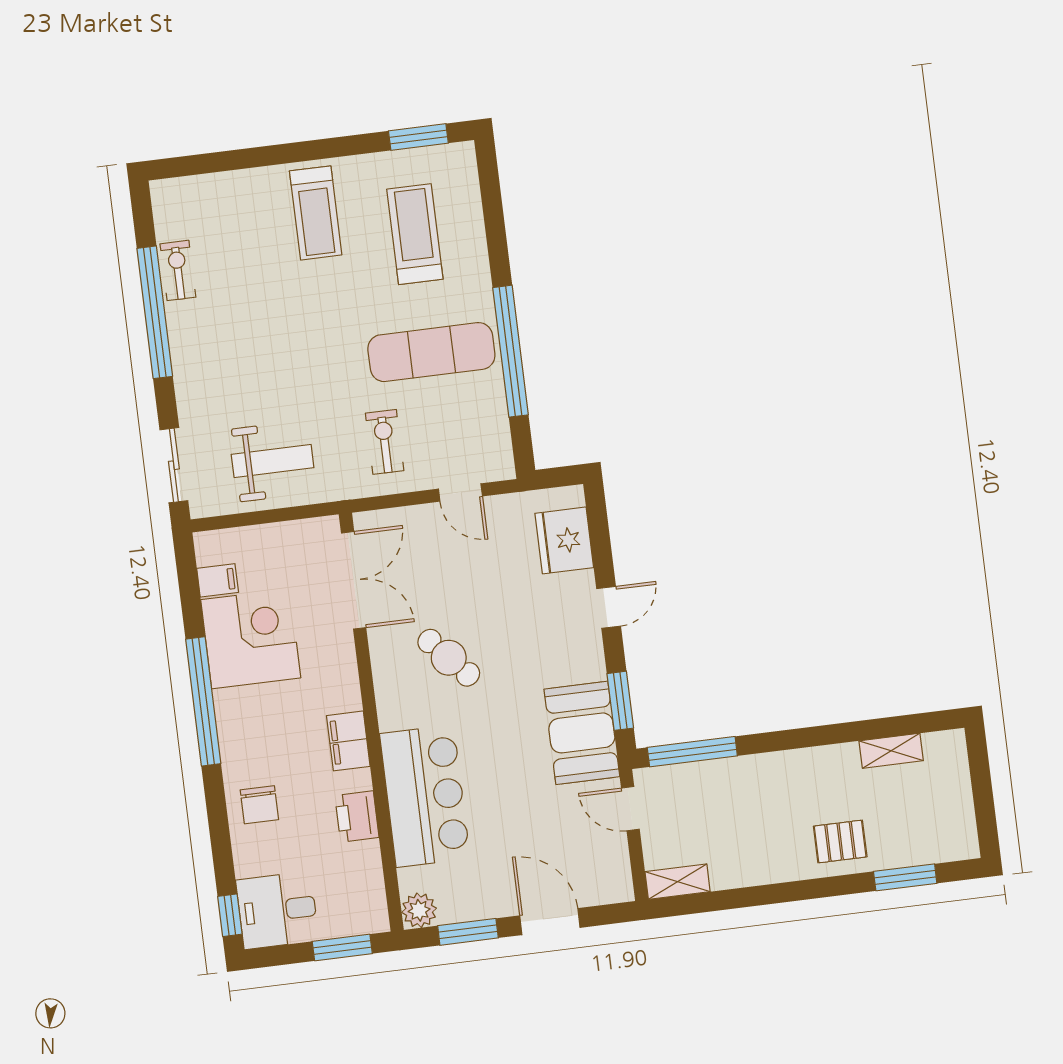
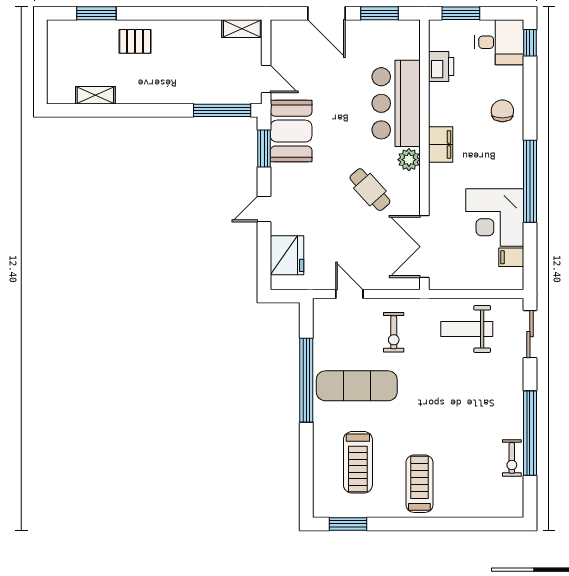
printer: (357, 816) -> (441, 66), moved
plant: (419, 910) -> (409, 160), moved

